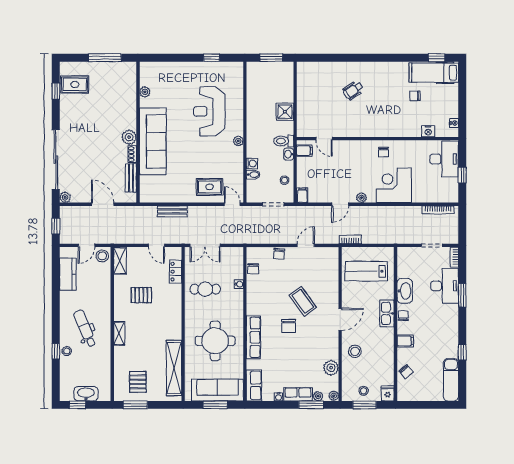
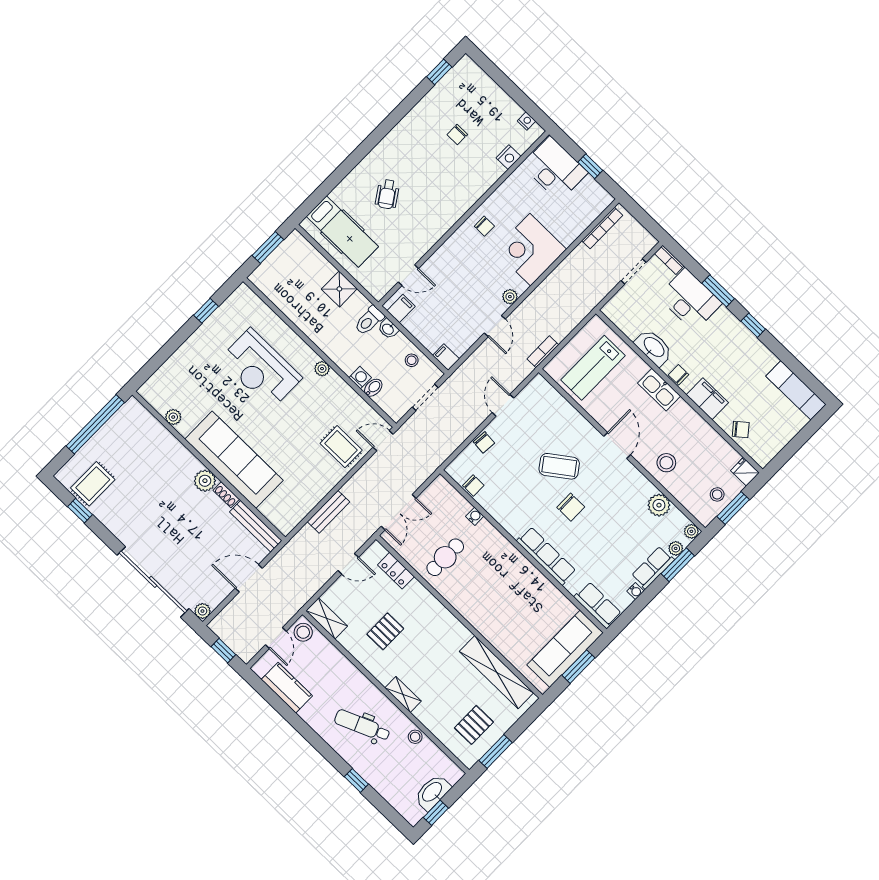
window: (105, 58) -> (95, 424), width x1.46
hospital bed: (434, 73) -> (342, 232), moved, turned -90
bench: (131, 178) -> (256, 526), width x1.36
rug: (210, 187) -> (341, 447), turned 90
round table: (215, 341) -> (510, 600), removed
filing cabinet: (405, 341) -> (707, 399), width x2.00
stool: (67, 351) -> (415, 737), moved
window: (462, 352) -> (753, 325), moved
pallet: (138, 382) -> (474, 725), turned 90

